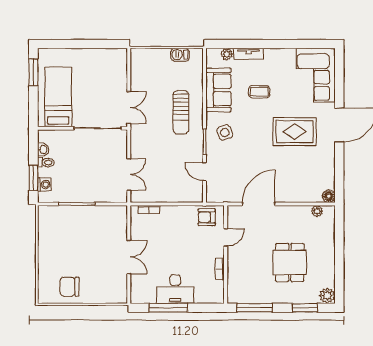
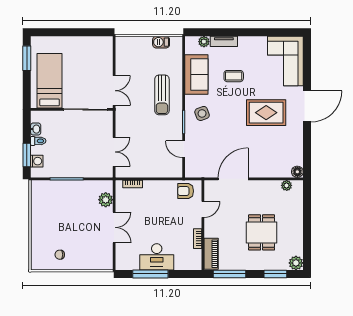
plant: (119, 227) -> (106, 200), added
piano: (235, 286) -> (211, 254), added
chair: (69, 287) -> (60, 255), width x0.54, depth x0.54

